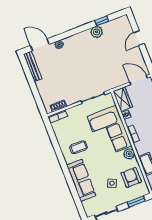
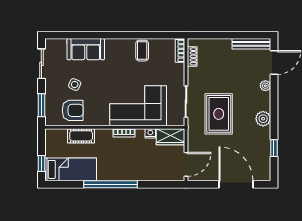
plant: (97, 32) -> (263, 119), moved
door: (139, 38) -> (236, 184), width x1.87
rug: (93, 71) -> (219, 114), added
coffee table: (79, 147) -> (142, 51), moved
plant: (129, 154) -> (102, 119), removed
sofa: (81, 180) -> (86, 49), width x0.73

